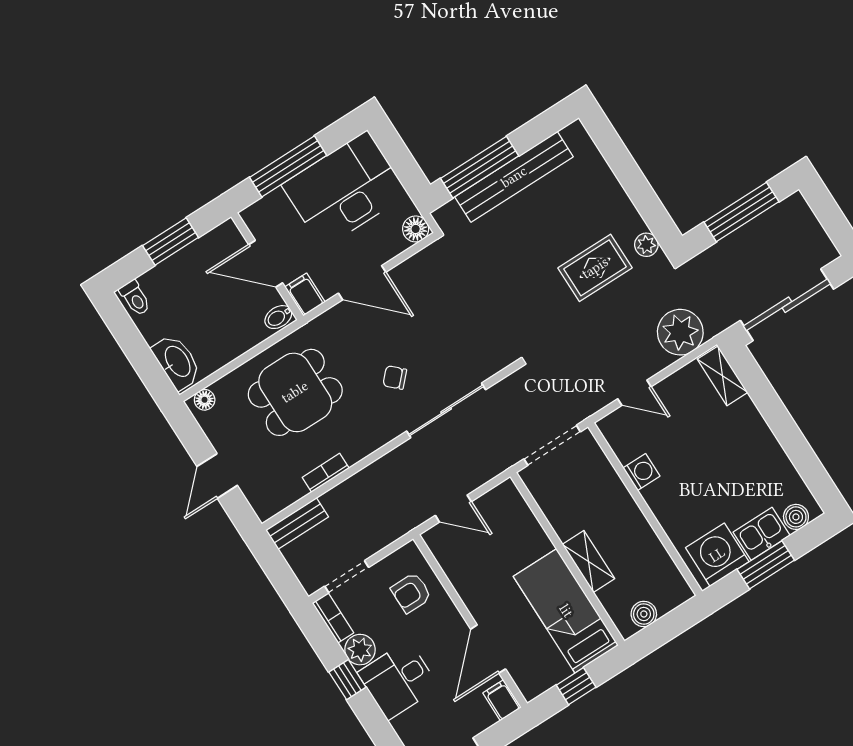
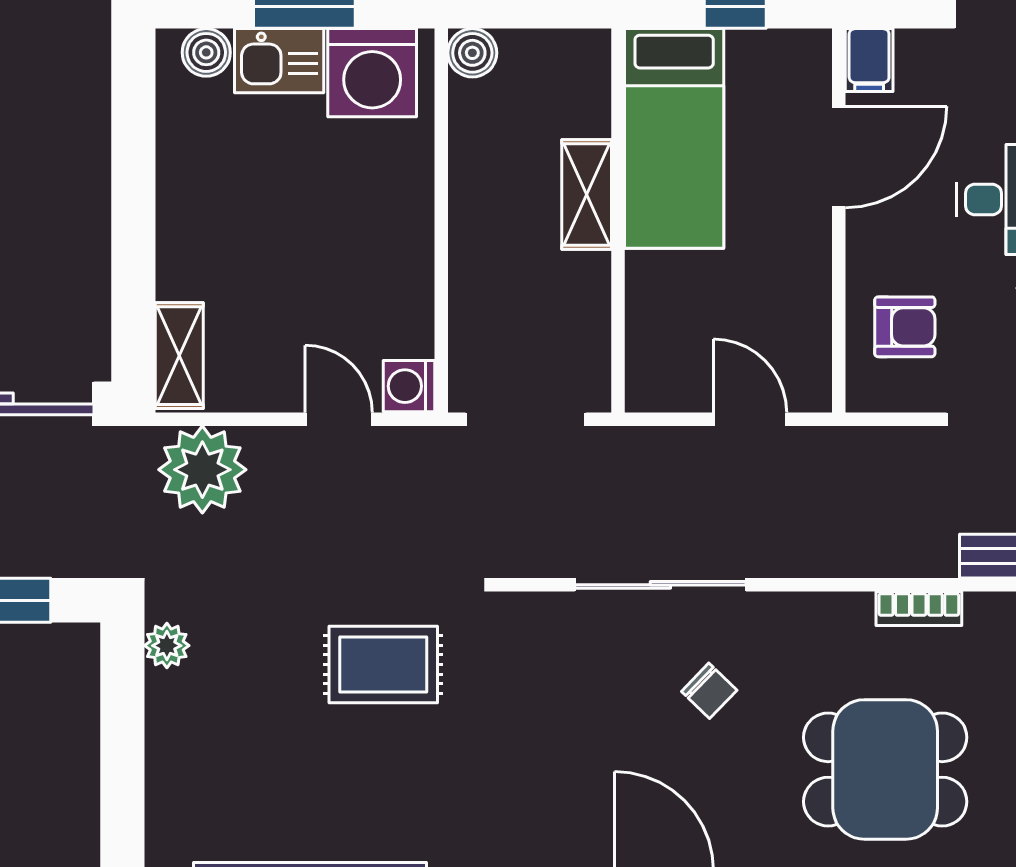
rug: (595, 268) -> (383, 664), moved
washing machine: (642, 472) -> (409, 386), moved
boiler: (644, 614) -> (472, 53), moved

